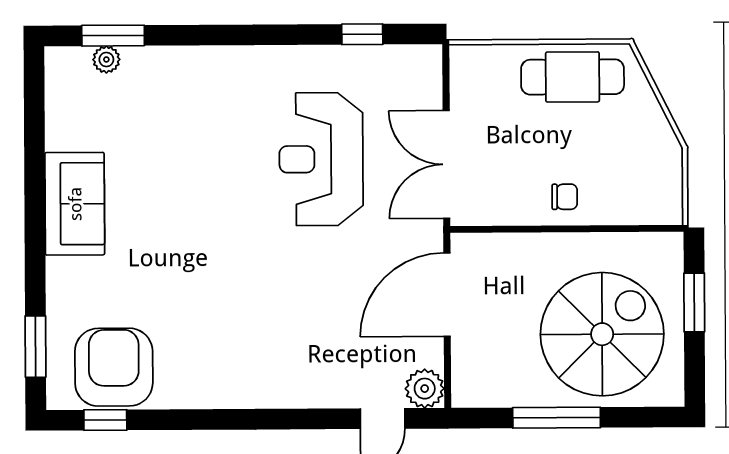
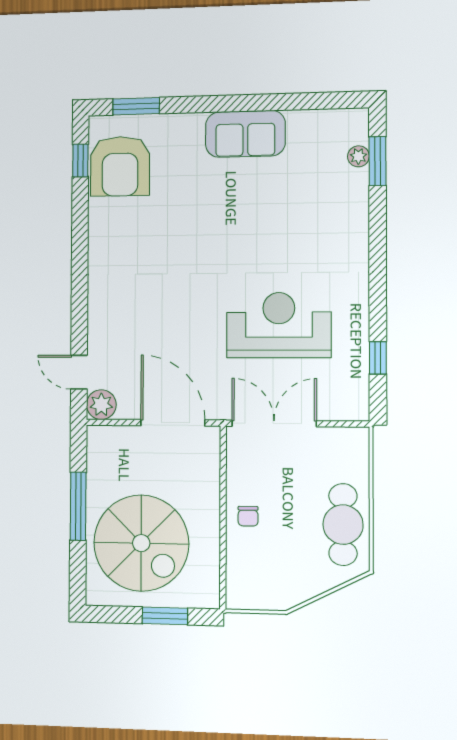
armchair: (114, 367) -> (120, 166), turned 90

